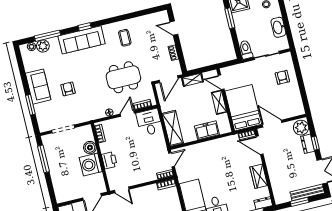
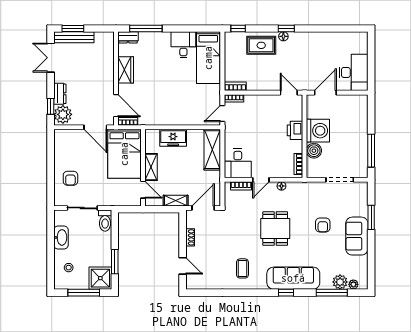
dining table: (123, 77) -> (275, 229), moved, width x0.73
window: (315, 143) -> (51, 106), moved
window: (299, 202) -> (73, 29), moved

